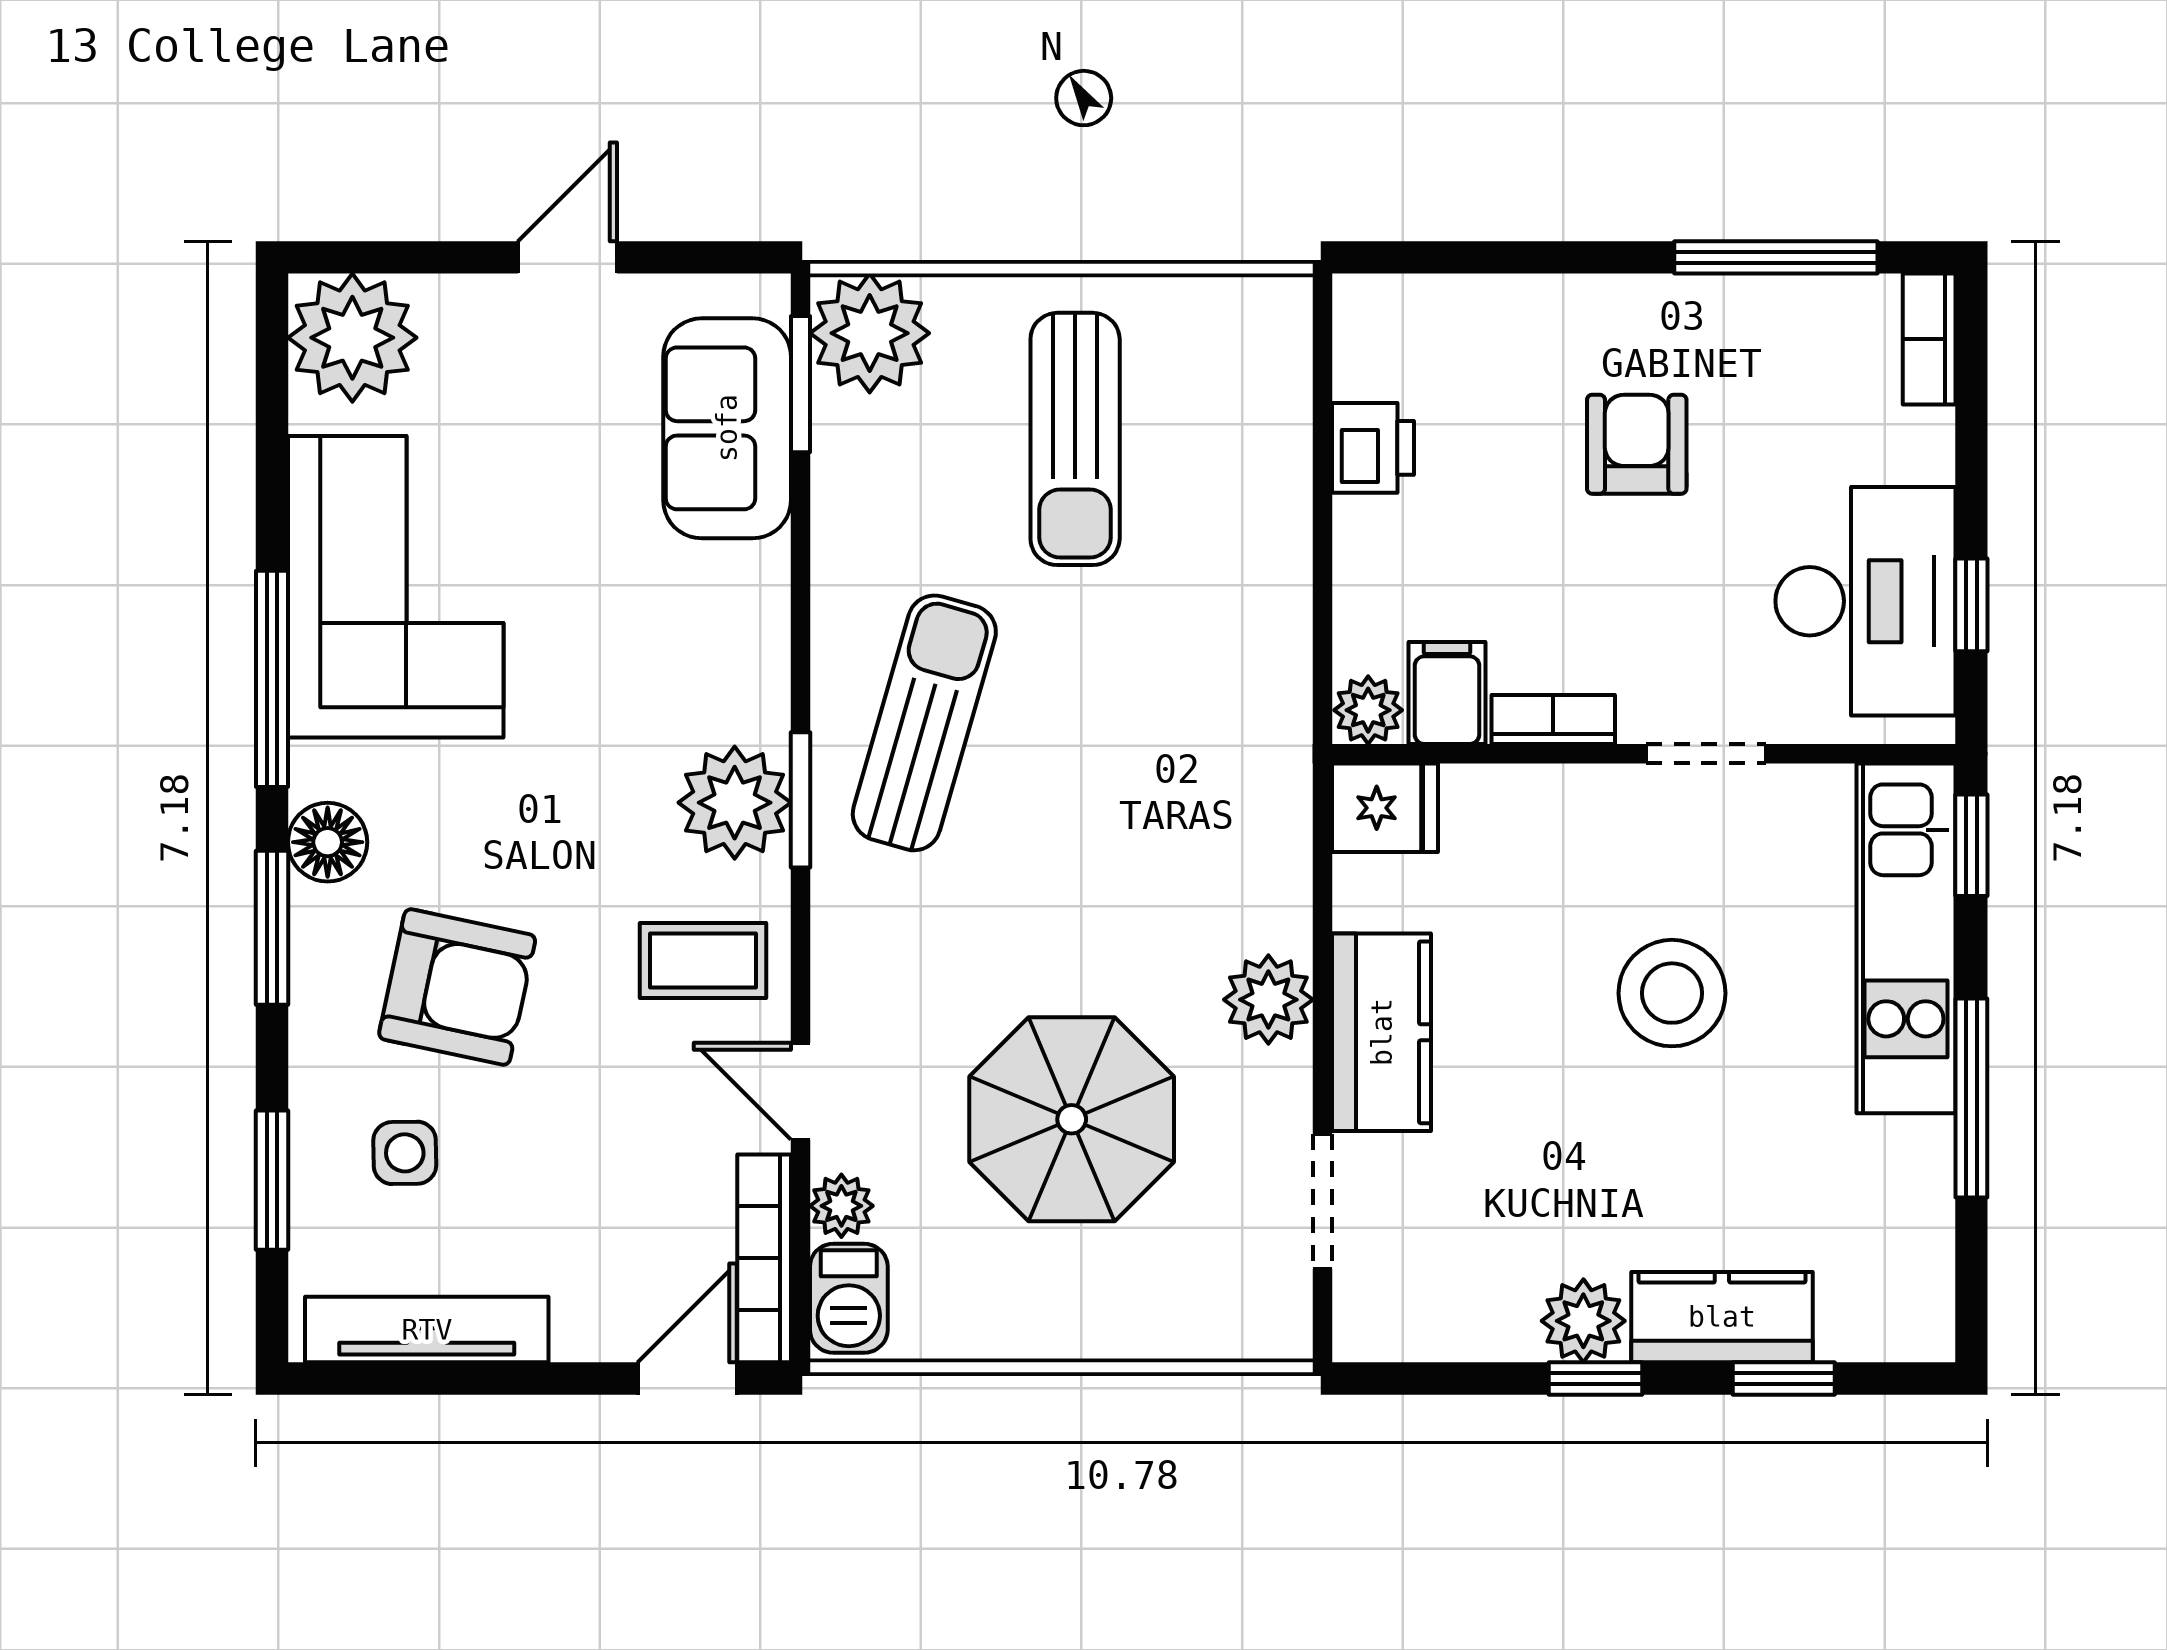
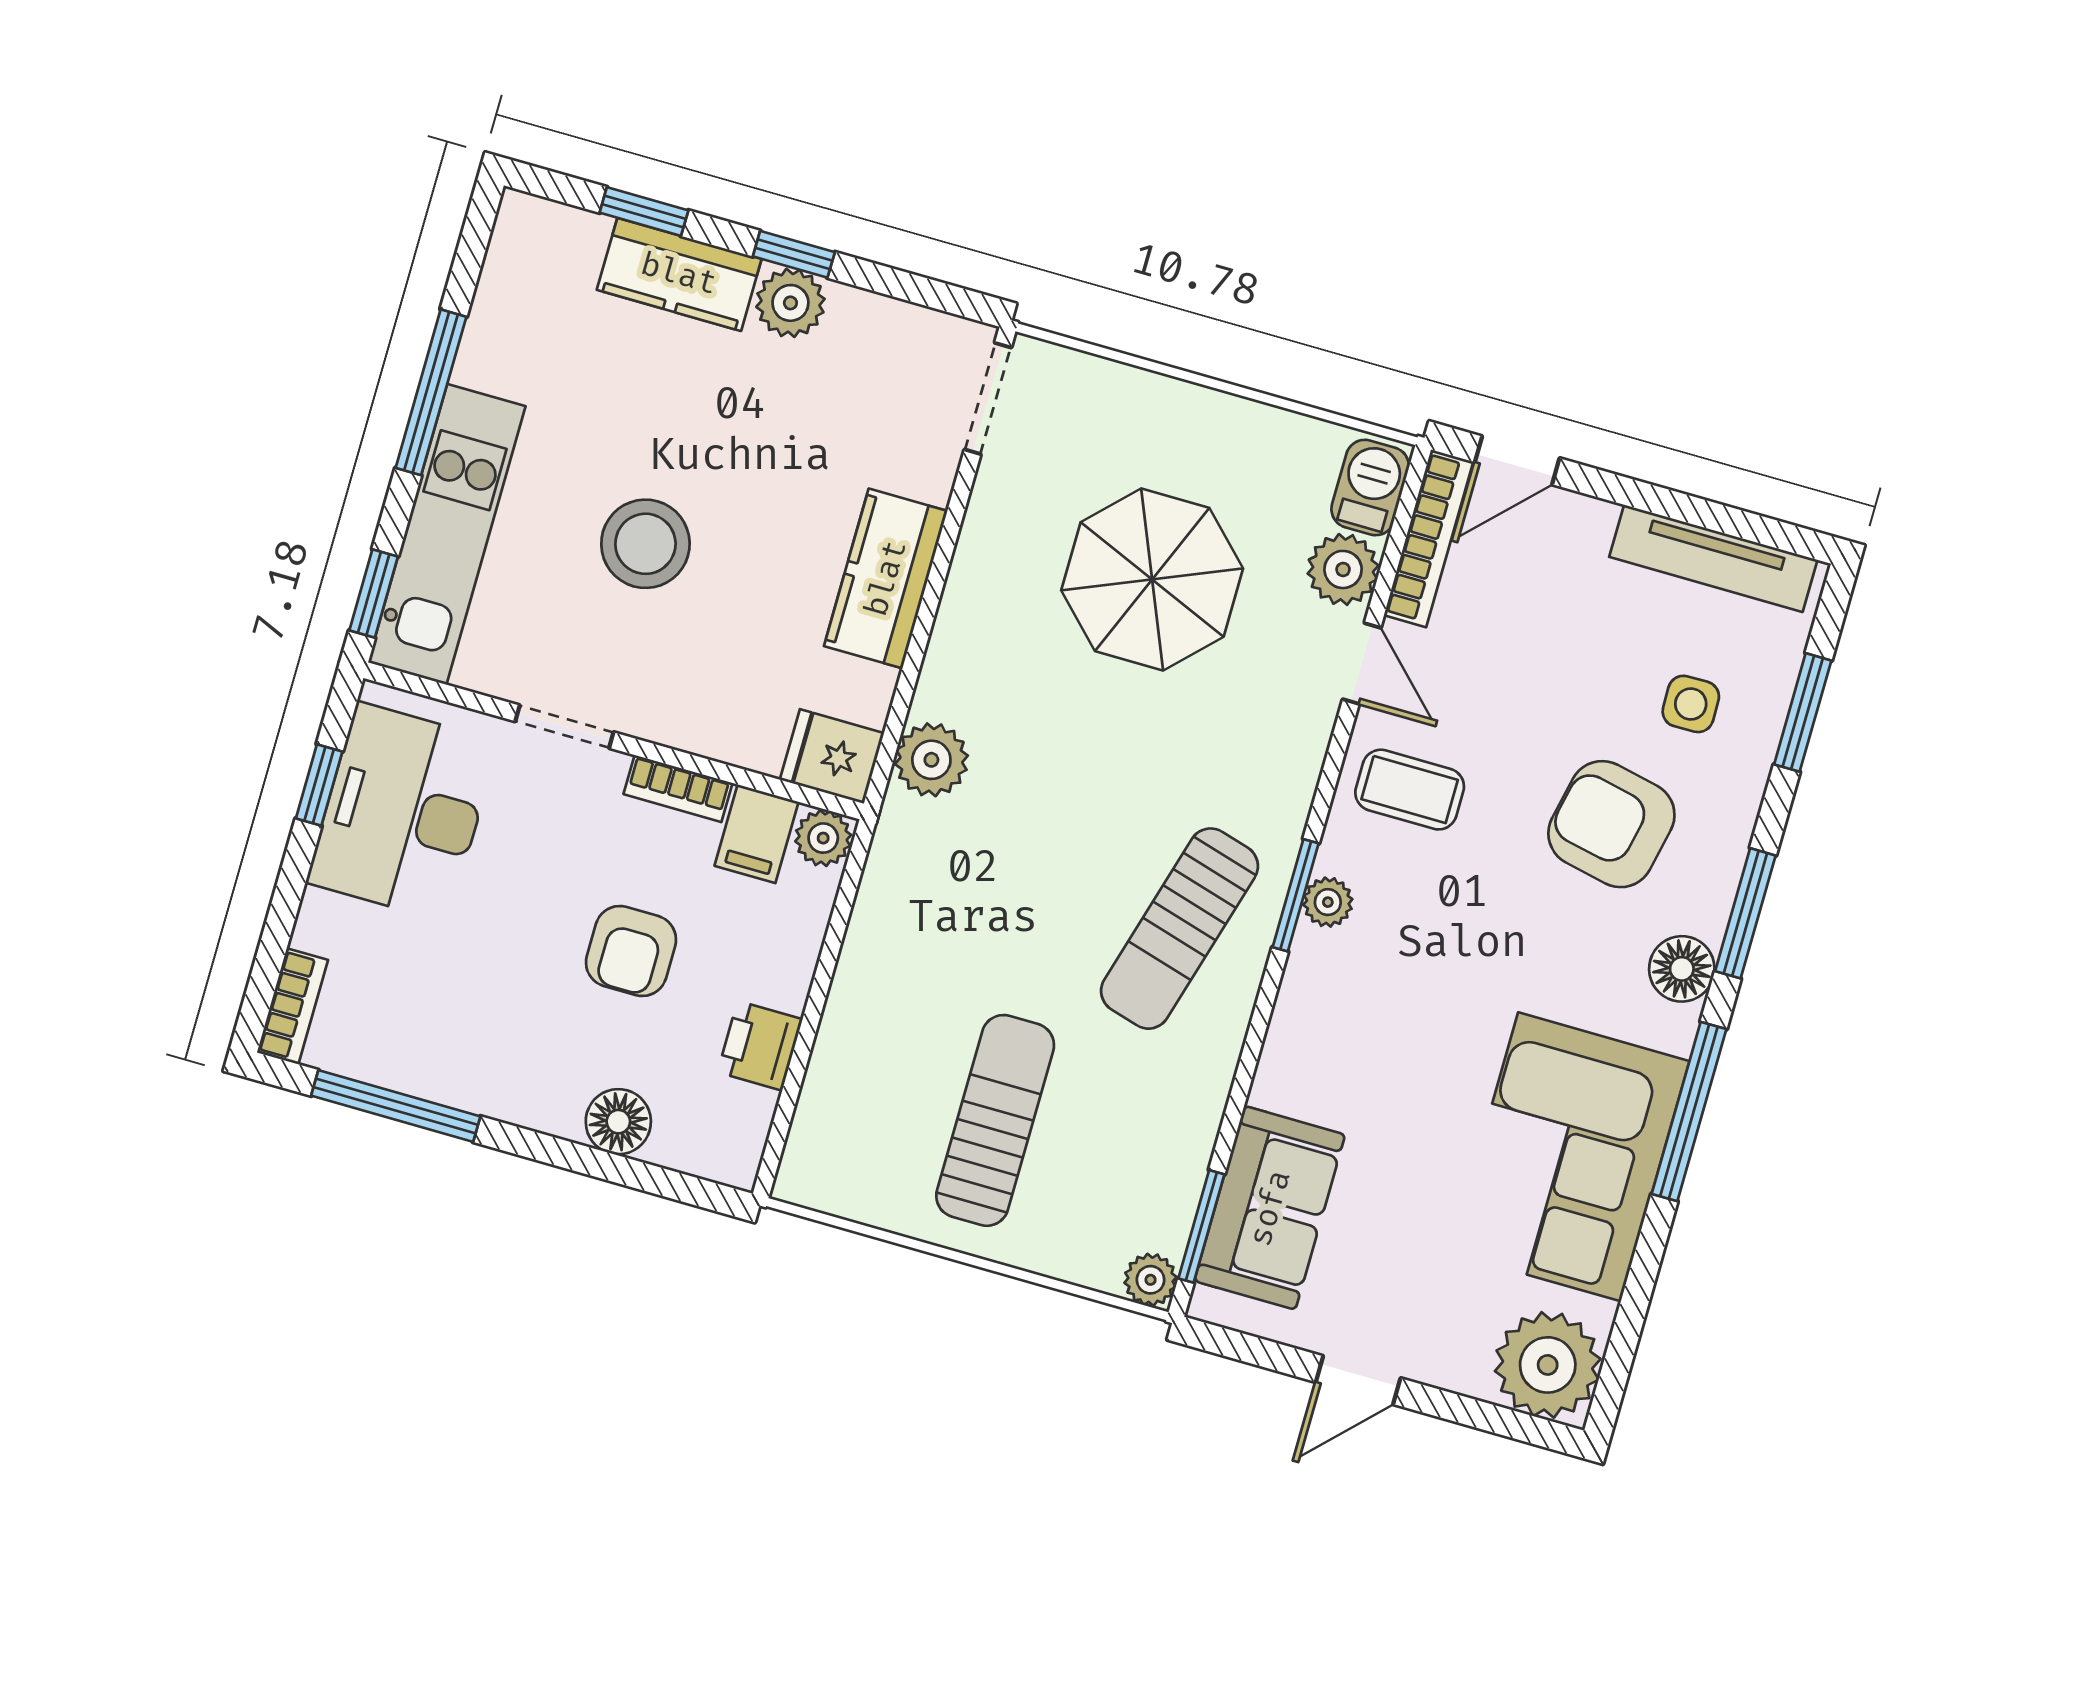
floor lamp: (1512, 313) -> (618, 1122), added
plant: (870, 333) -> (1150, 1280), width x0.53, depth x0.53
armchair: (1637, 444) -> (631, 951), moved
plant: (735, 803) -> (1328, 902), width x0.53, depth x0.53
plant: (1268, 1000) -> (931, 760), moved
doorway: (1322, 1201) -> (988, 398), moved
plant: (841, 1206) -> (1343, 569), width x1.38, depth x1.38

